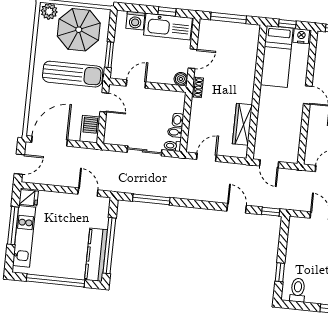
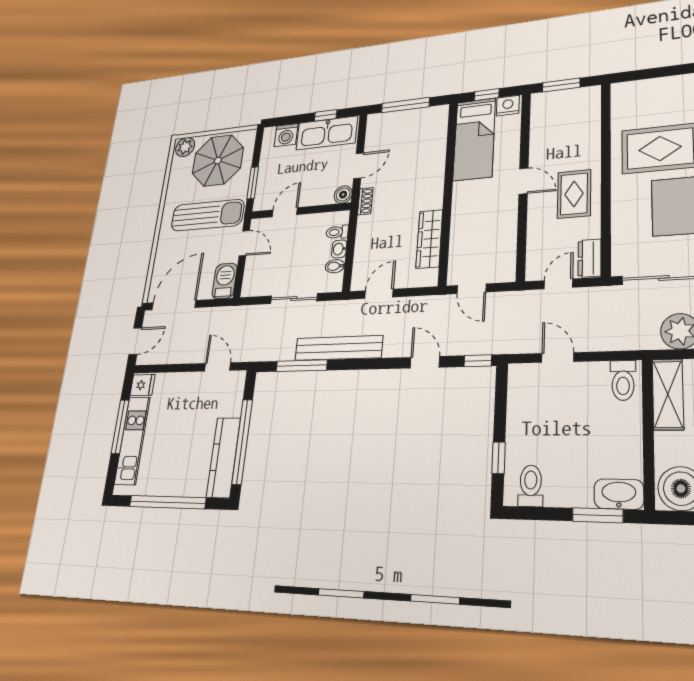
toilet: (172, 146) -> (337, 232), moved
bench: (178, 191) -> (338, 348), added

